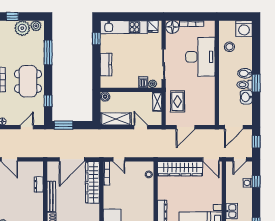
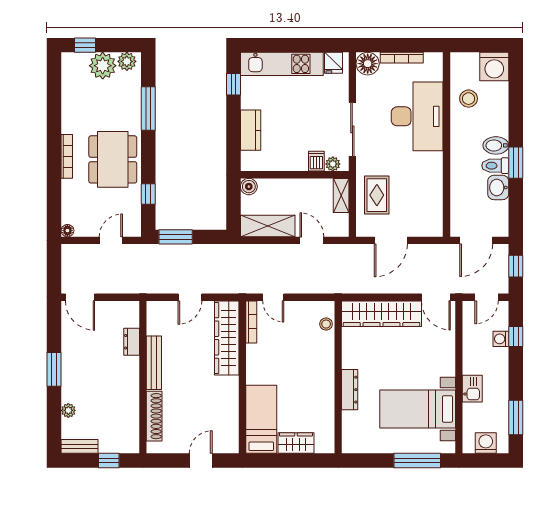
door: (72, 159) -> (190, 297), width x0.53

